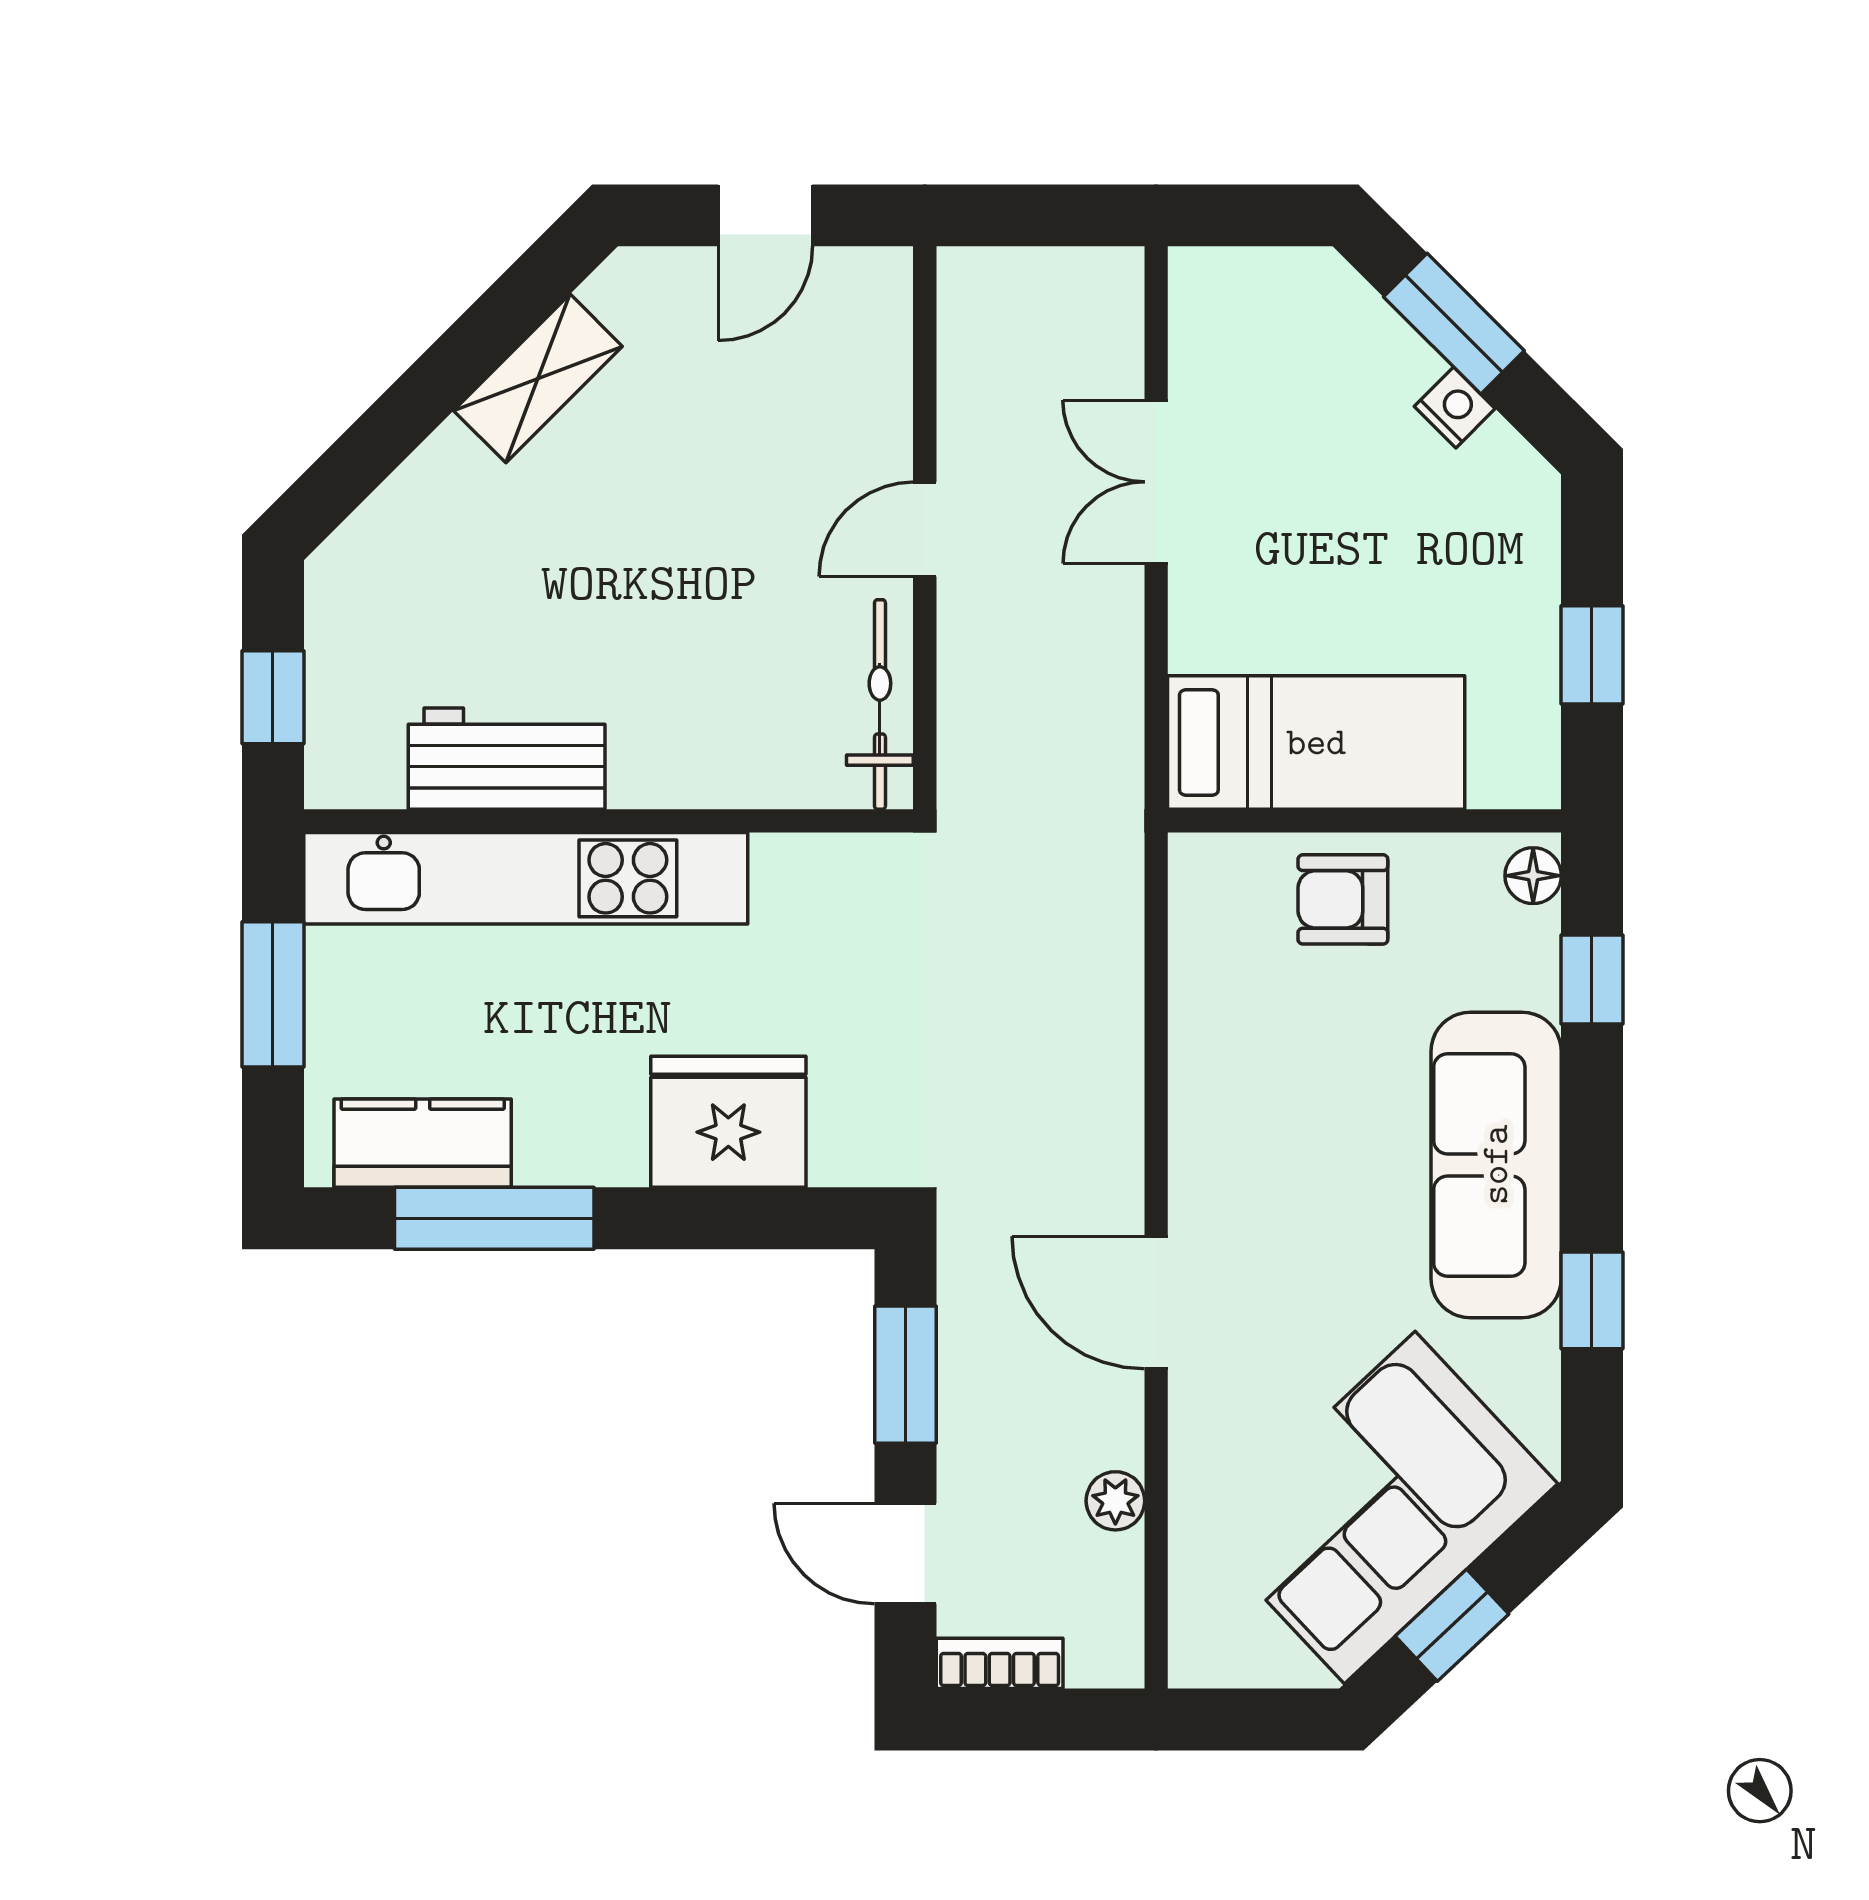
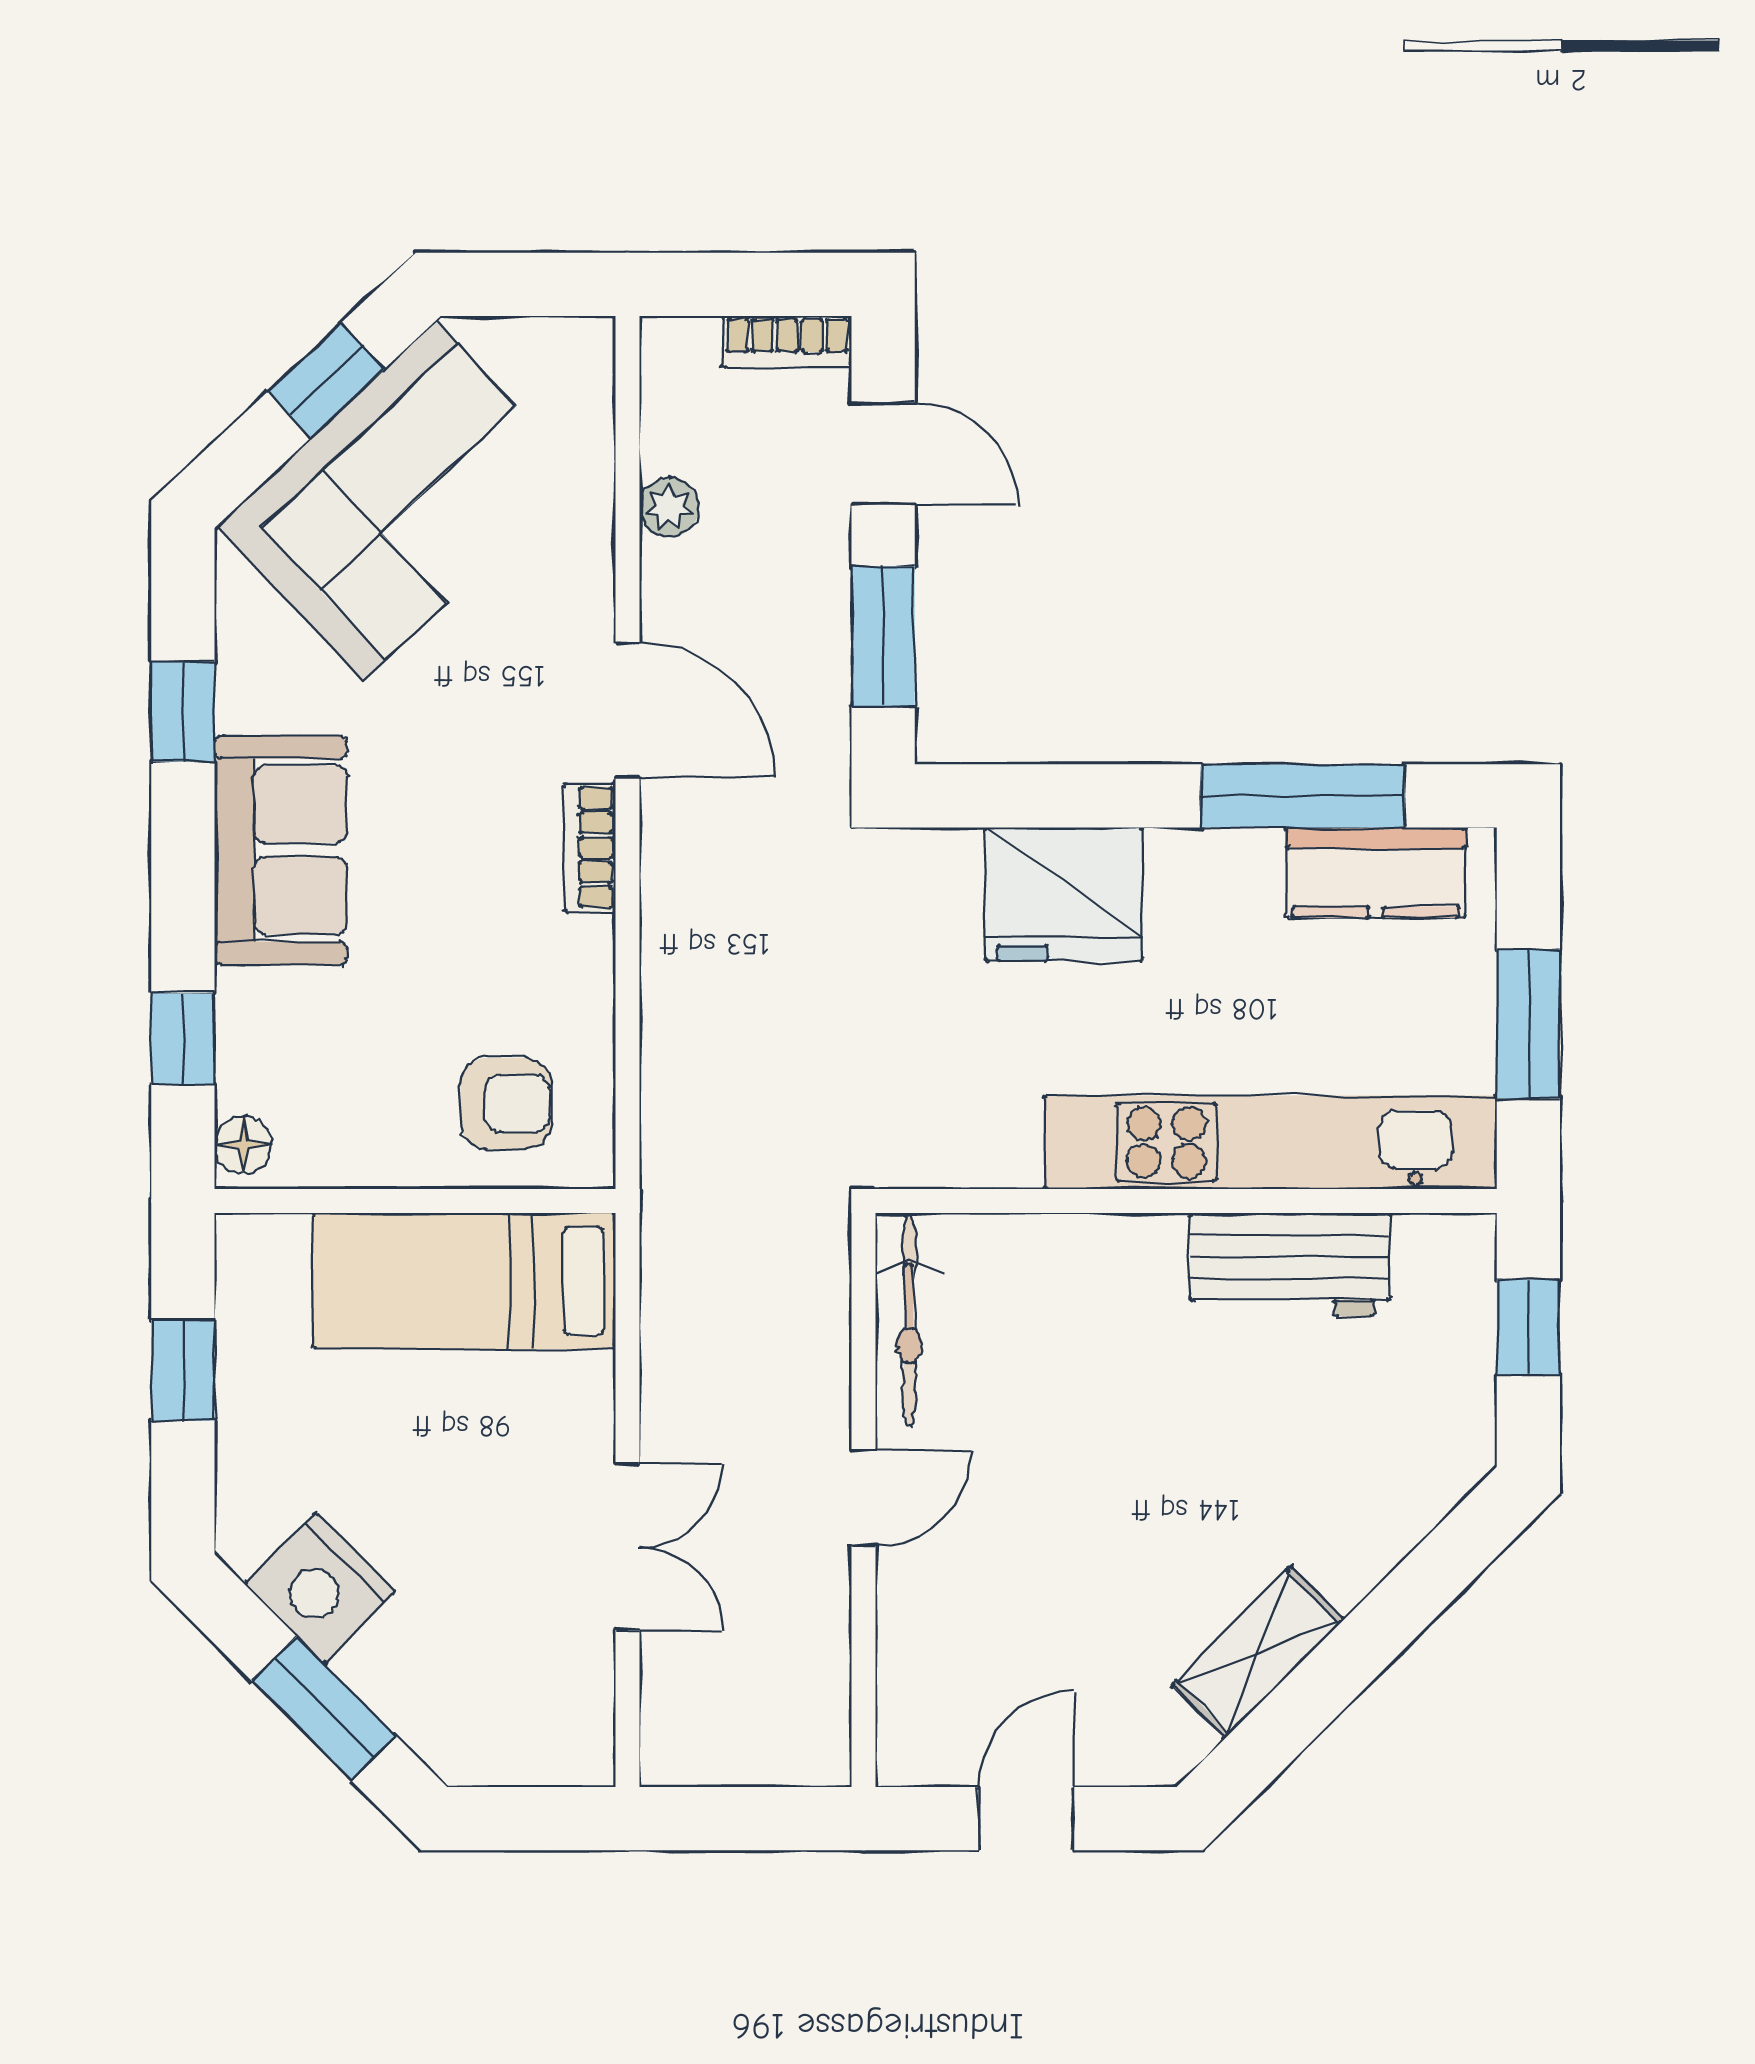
nightstand: (1455, 408) -> (320, 1588), width x1.89, depth x1.79
armchair: (1343, 899) -> (506, 1104), moved
sofa: (1496, 1165) -> (281, 850), width x0.73
bookcase: (1193, 1168) -> (590, 847), added

